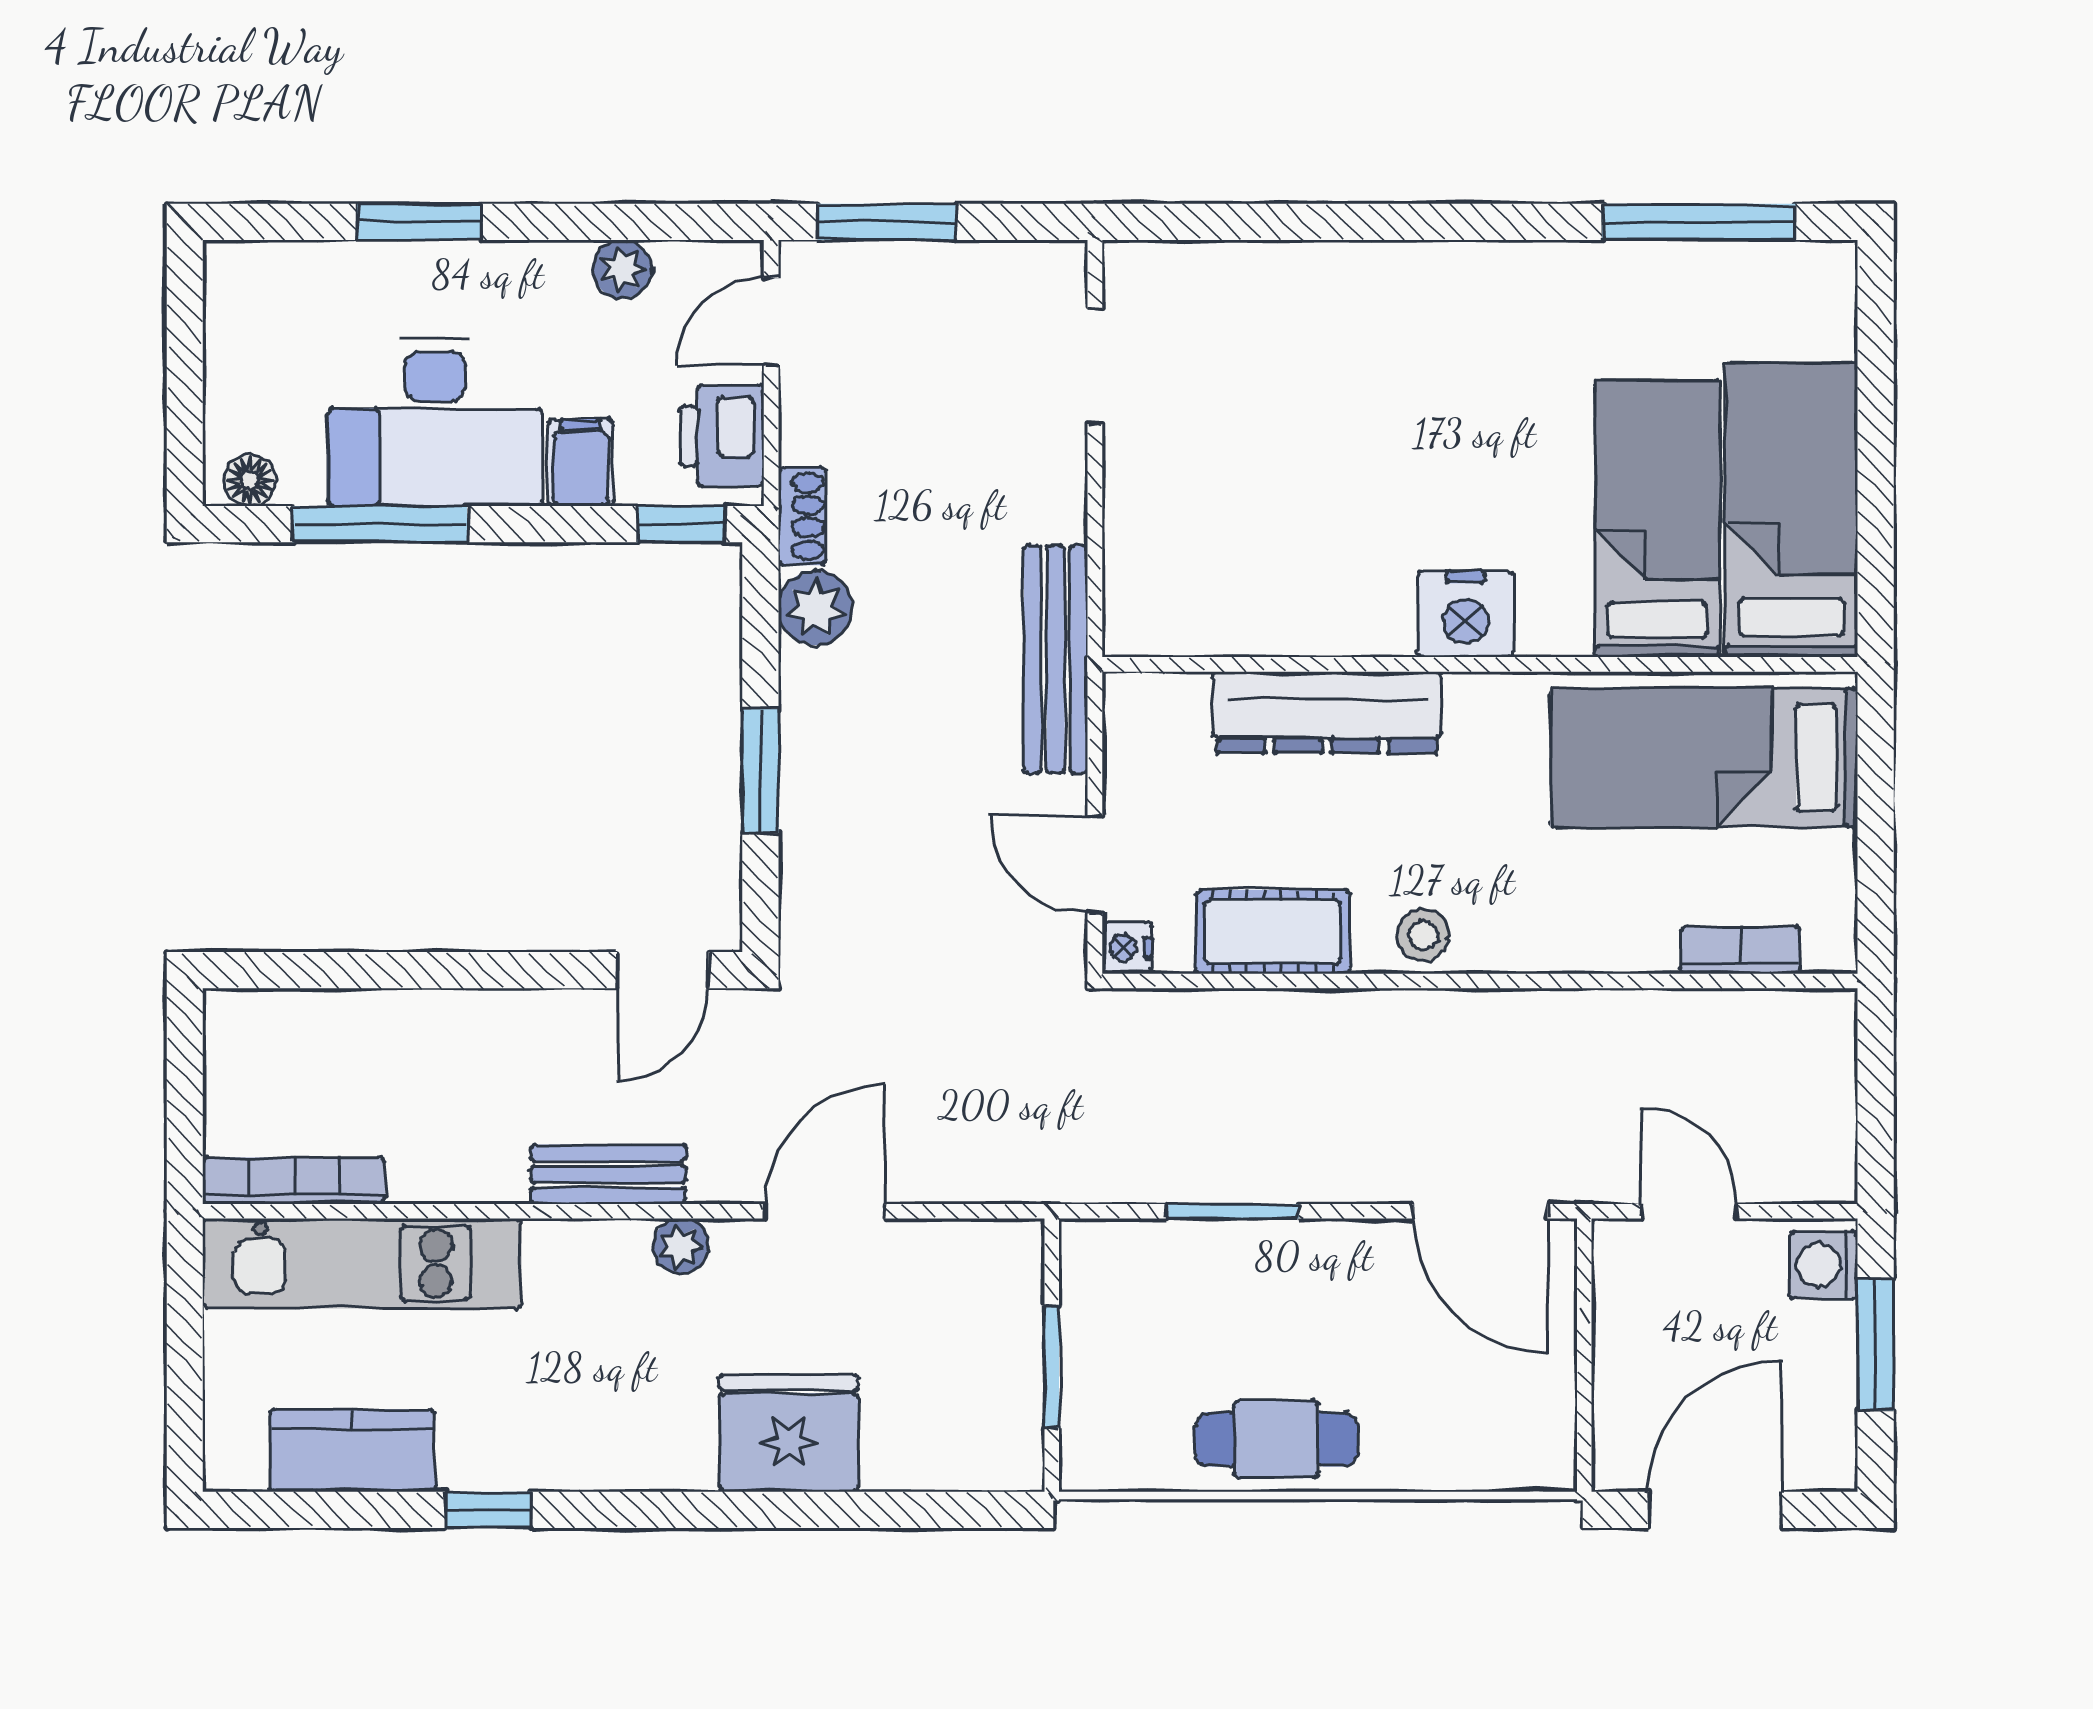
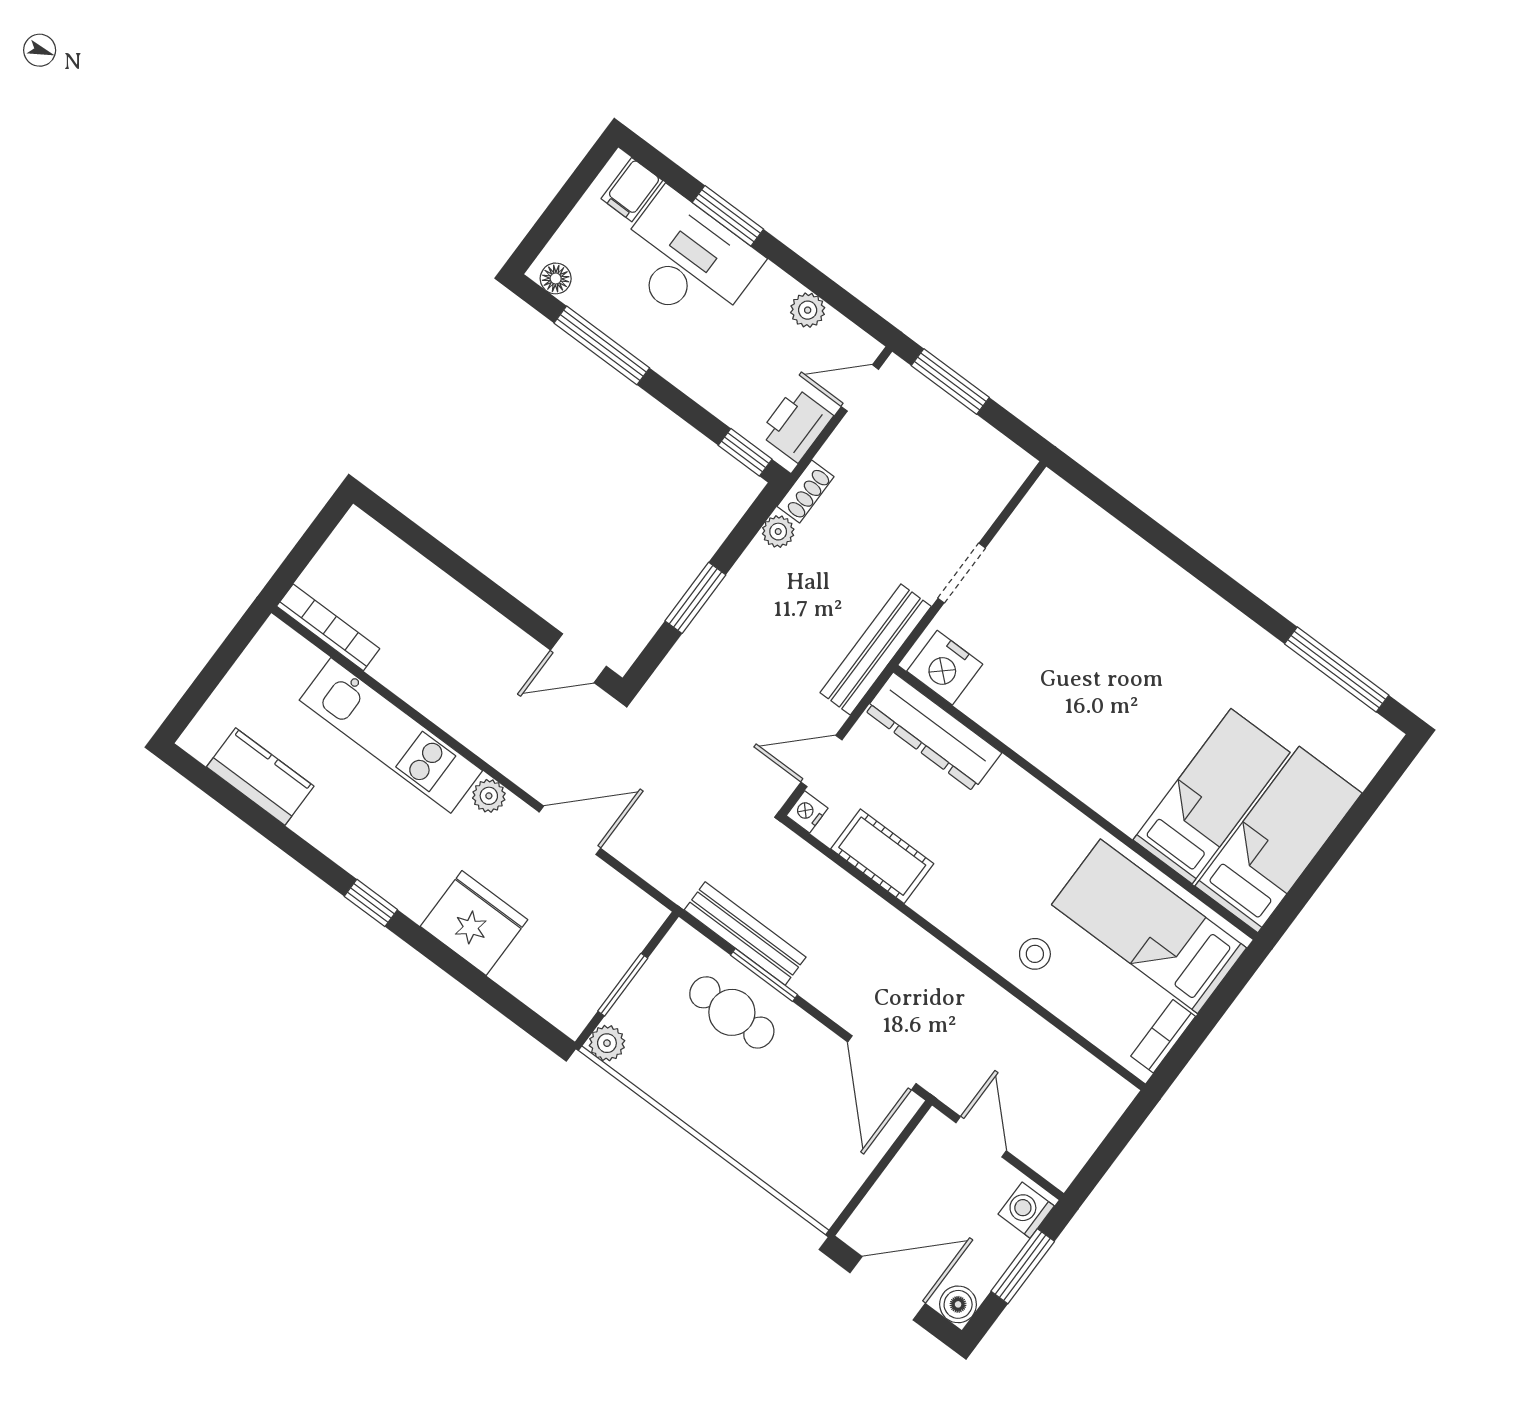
doorway: (1095, 366) -> (962, 573), moved
desk: (435, 422) -> (687, 261), moved, turned 180
filing cabinet: (581, 463) -> (632, 190), moved, turned 180
plant: (816, 608) -> (778, 532), width x0.73, depth x0.73
nightstand: (1466, 614) -> (945, 668), moved
dresser: (1327, 712) -> (933, 732), moved
door: (1095, 864) -> (821, 761), hinge flipped
stool: (1423, 935) -> (1035, 954), moved
bookcase: (1740, 950) -> (1163, 1036), moved, turned -90
bench: (608, 1174) -> (745, 934), moved, width x1.36
kitchen unit: (362, 1263) -> (391, 735), moved
cafe table: (1276, 1439) -> (732, 1012), moved
boiler: (1827, 1461) -> (958, 1304), added
plant: (1089, 1462) -> (607, 1043), added
window: (488, 1510) -> (371, 903), moved

